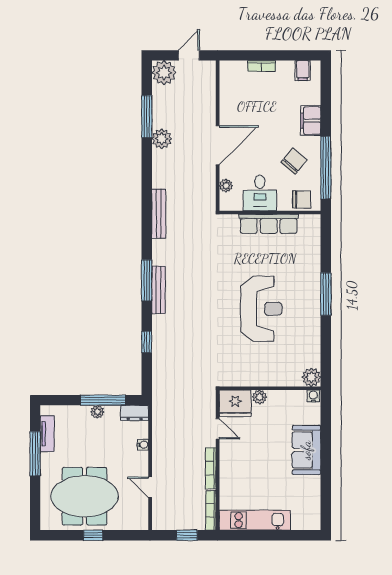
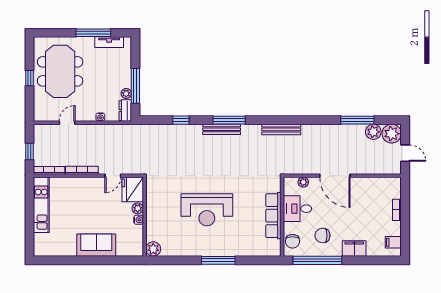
plant: (162, 139) -> (373, 132), moved
chair: (294, 161) -> (322, 235), turned 140
water cooler: (313, 396) -> (139, 220), moved
plant: (97, 412) -> (126, 94), moved

